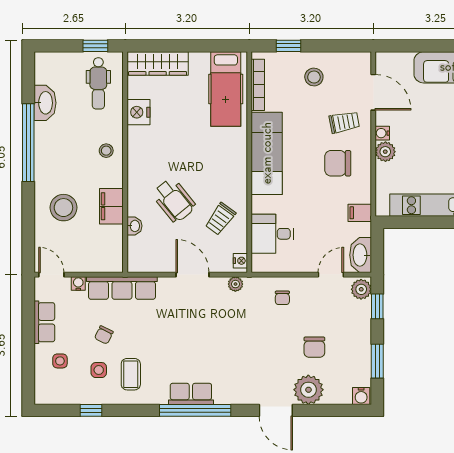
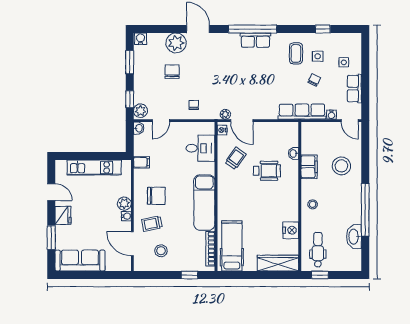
stool: (314, 77) -> (161, 251), moved
wheelchair: (174, 200) -> (267, 171), turned 129
washbasin: (361, 255) -> (139, 128), width x0.52, depth x0.69
door: (193, 275) -> (242, 121), moved

